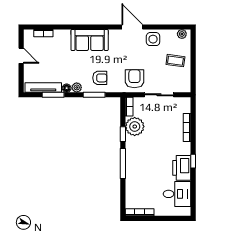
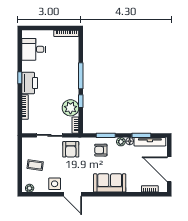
door: (21, 56) -> (169, 169), width x1.87
printer: (182, 168) -> (30, 83), moved

